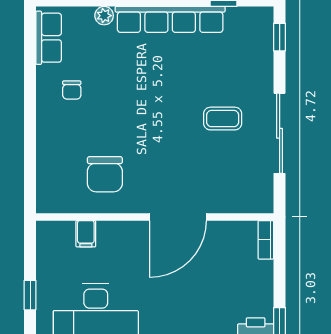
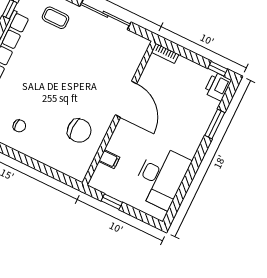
coffee table: (223, 119) -> (56, 18), moved, turned 90
window: (30, 295) -> (112, 202), moved

